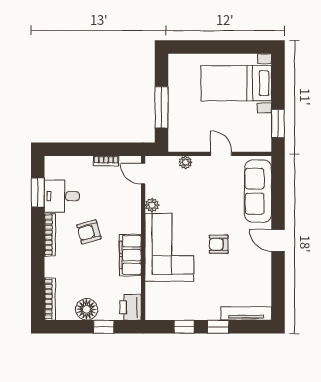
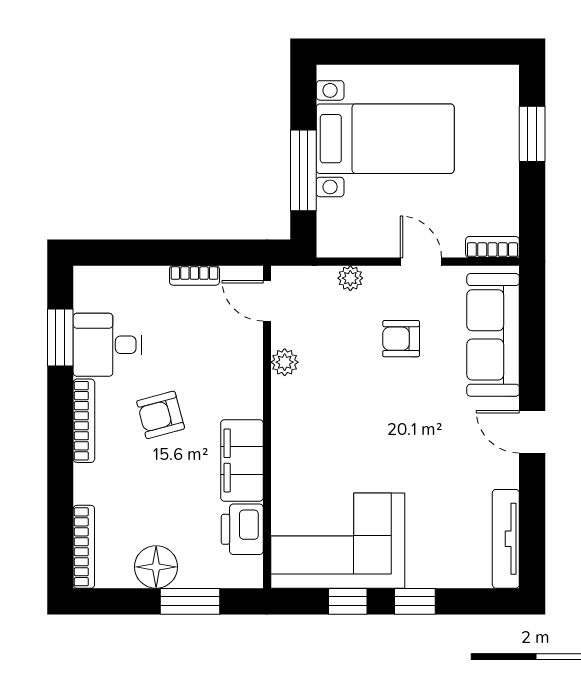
bed with nightstands: (236, 83) -> (385, 139), moved, turned 180
window: (278, 124) -> (532, 134), moved
bookcase: (258, 146) -> (492, 247), added
armchair: (219, 244) -> (401, 339), moved
corner sofa: (169, 247) -> (338, 541), moved, turned -90
printer: (130, 307) -> (242, 529), moved
tv unit: (246, 313) -> (506, 539), moved, turned -90
window: (104, 327) -> (190, 601), width x1.50

